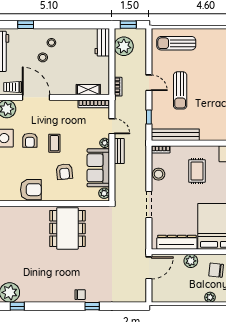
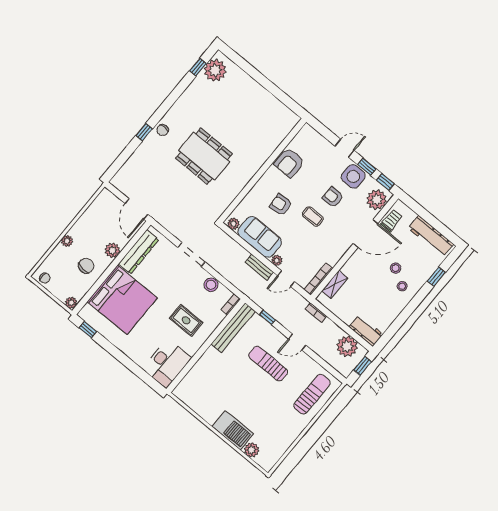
dining table: (67, 228) -> (204, 156), moved

